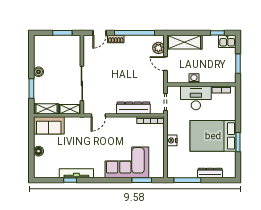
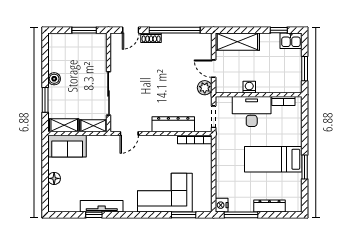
plant: (158, 48) -> (205, 88), moved
bed: (213, 136) -> (273, 159), width x0.67
nightstand: (172, 140) -> (222, 205), moved

